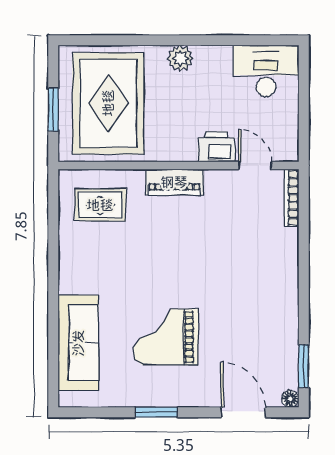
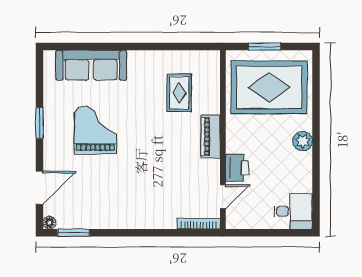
desk: (266, 71) -> (293, 211), width x0.73
rug: (100, 205) -> (179, 93), moved

